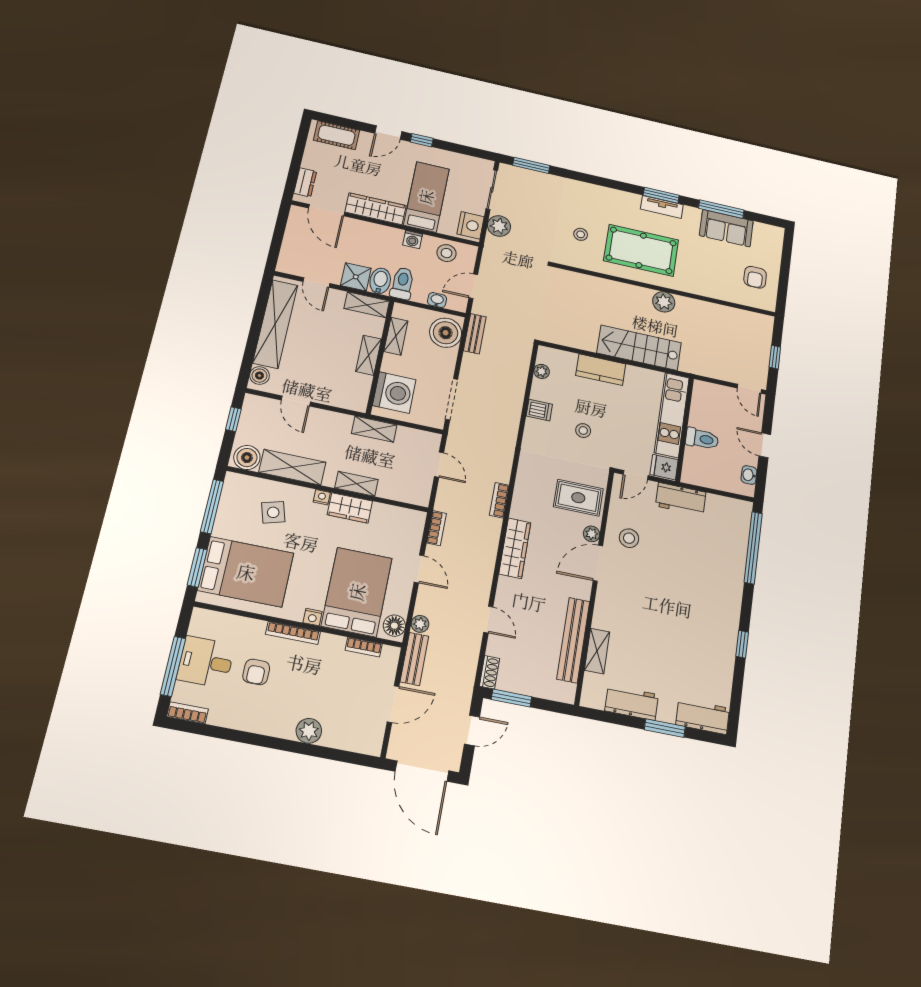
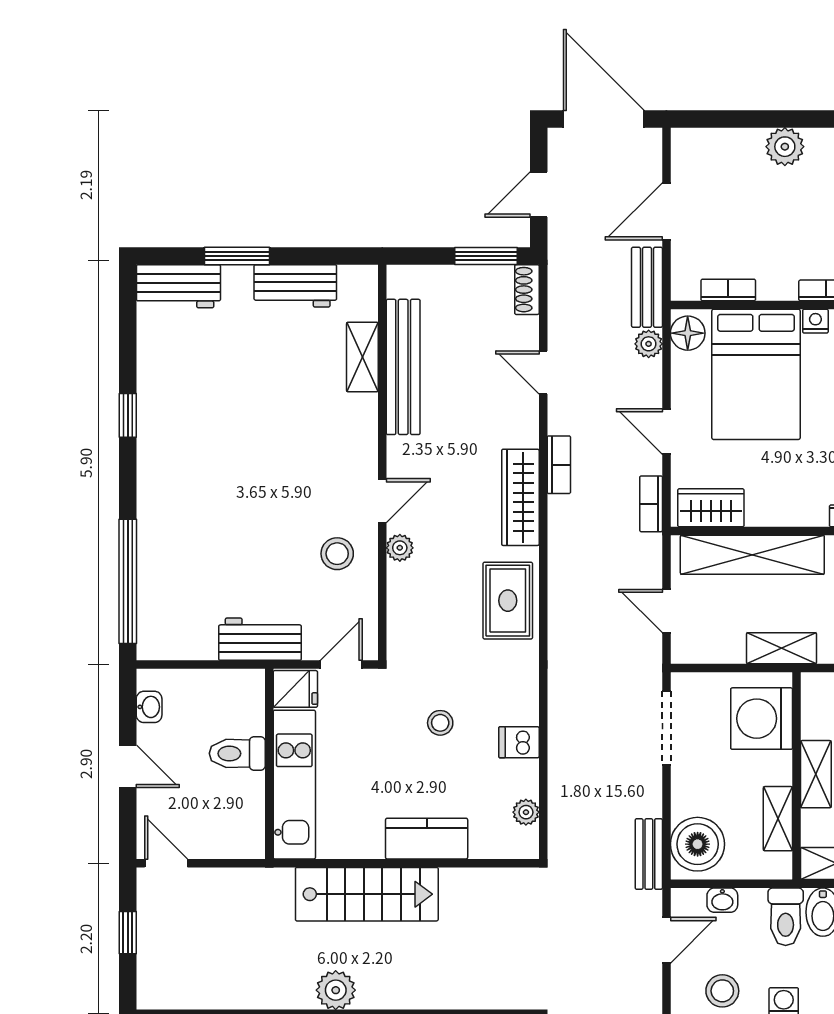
shelving: (356, 484) -> (752, 555), width x2.20, depth x1.33
rug: (578, 498) -> (508, 601), moved, turned 90
bookcase: (499, 500) -> (559, 465), moved
wardrobe: (350, 508) -> (711, 508), moved
door: (598, 563) -> (382, 501), width x0.73

